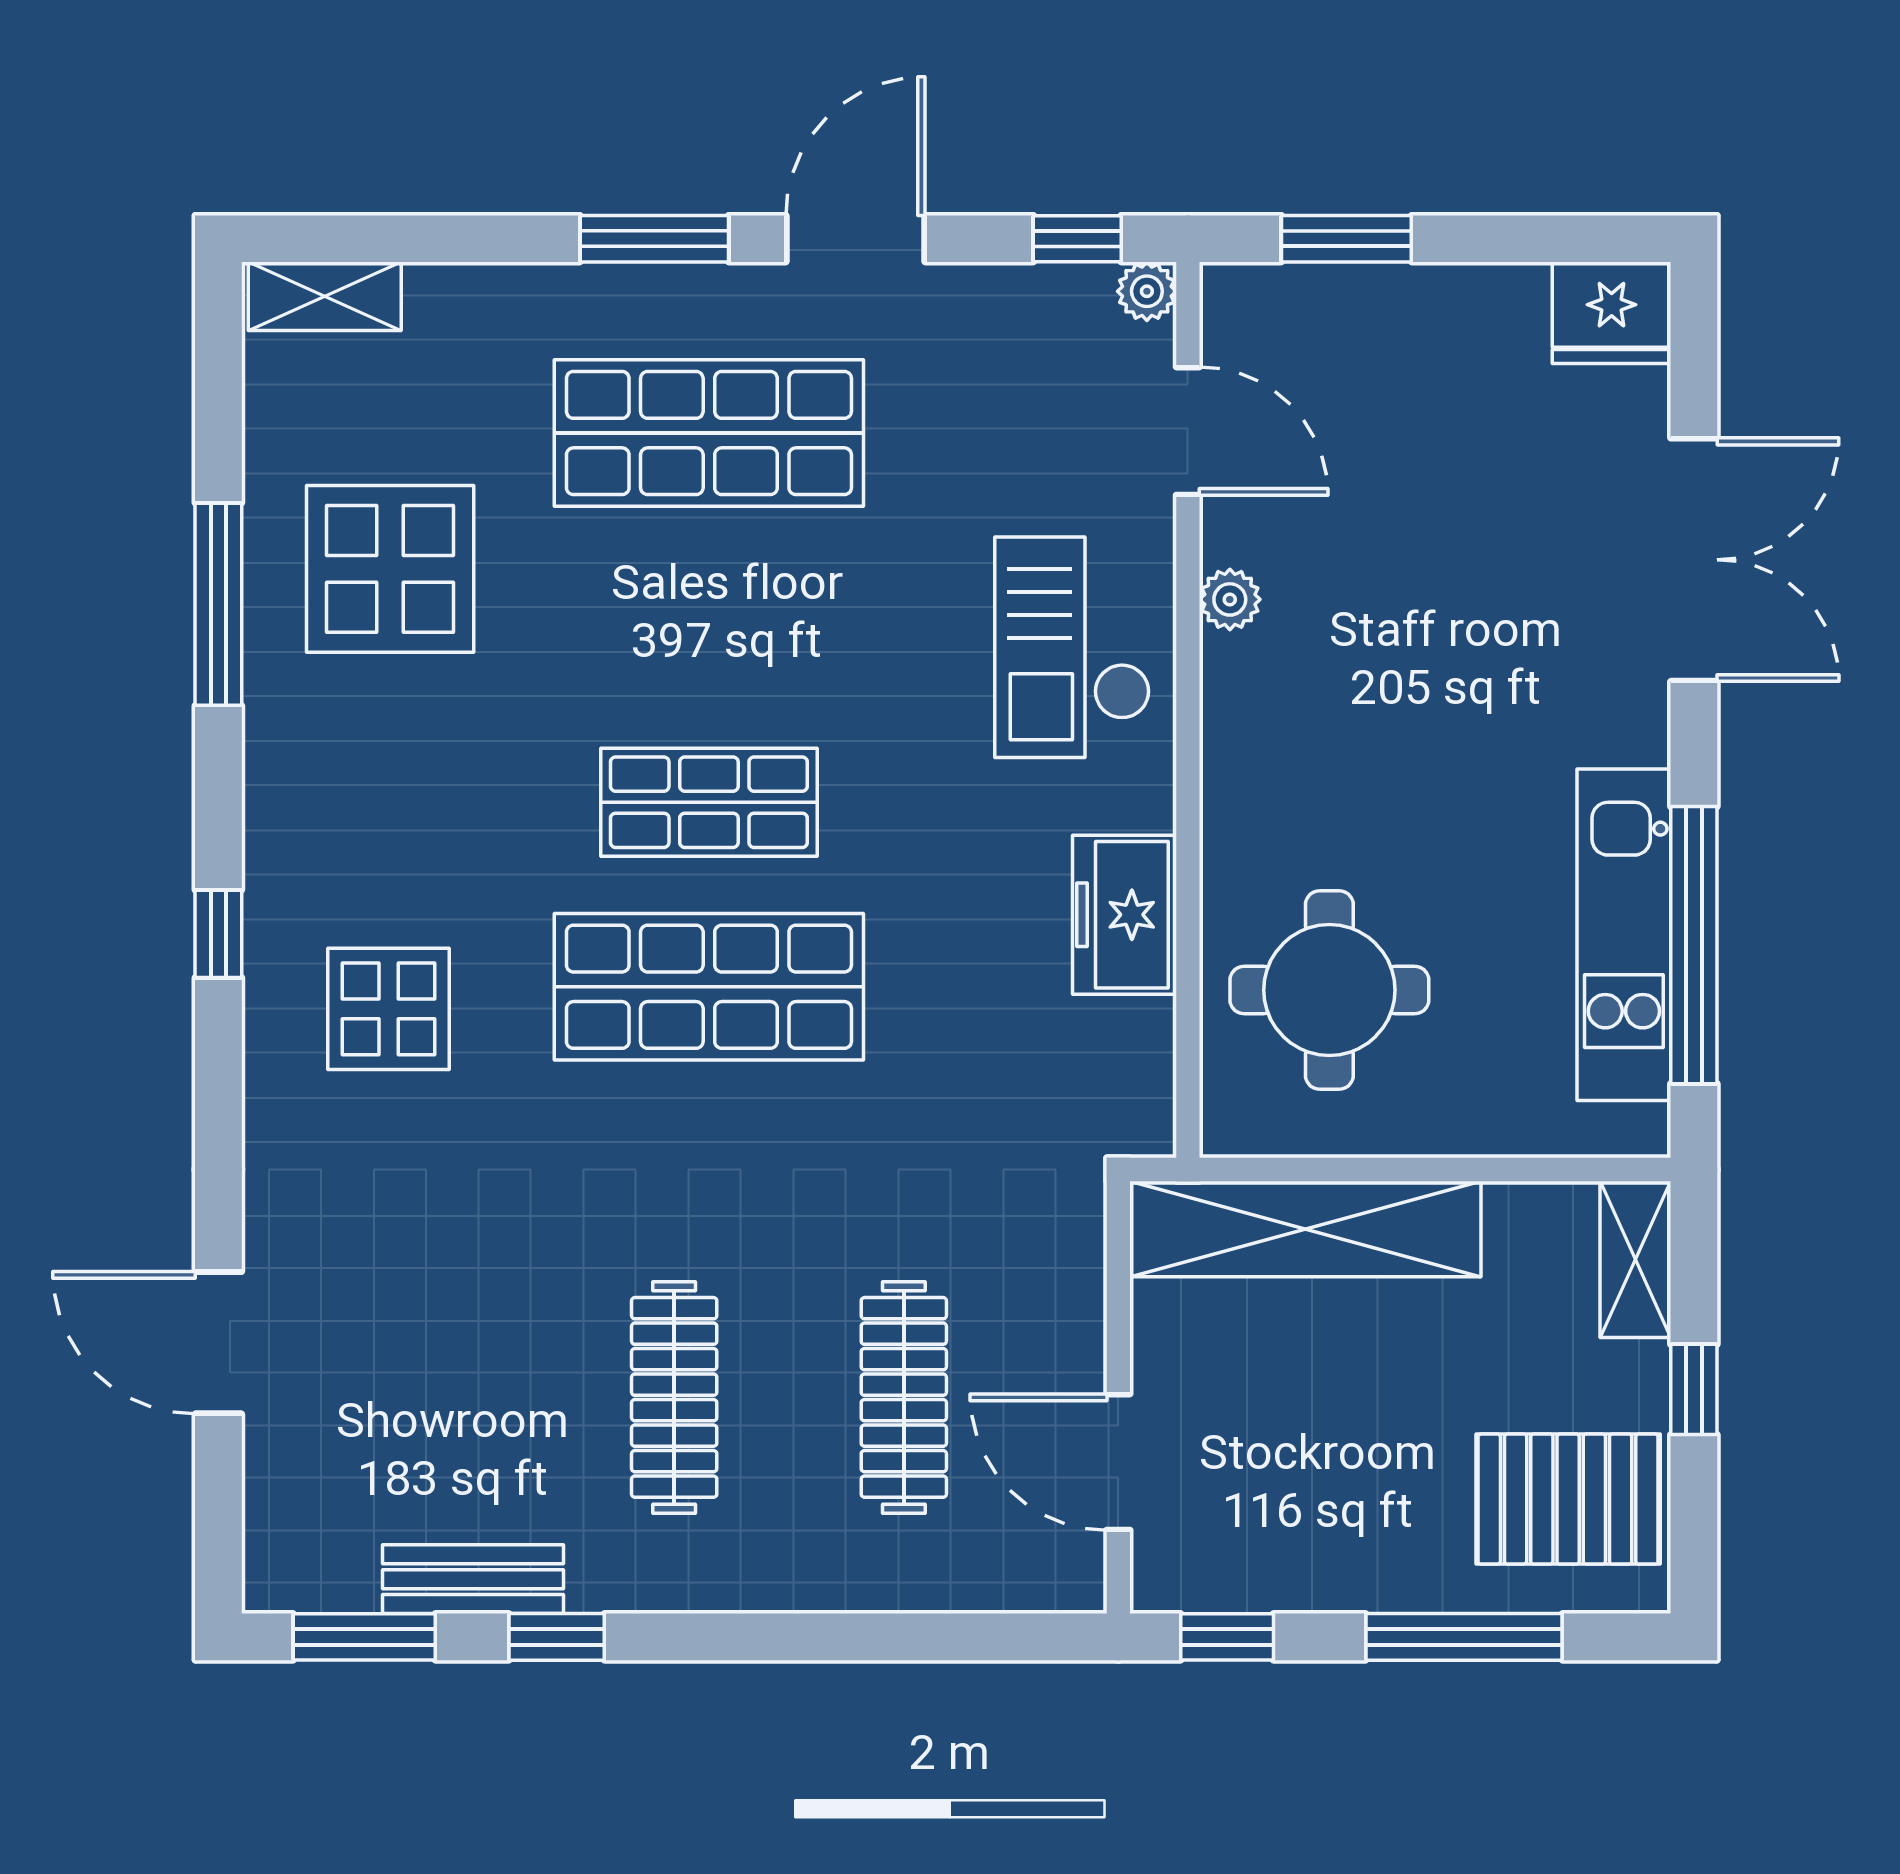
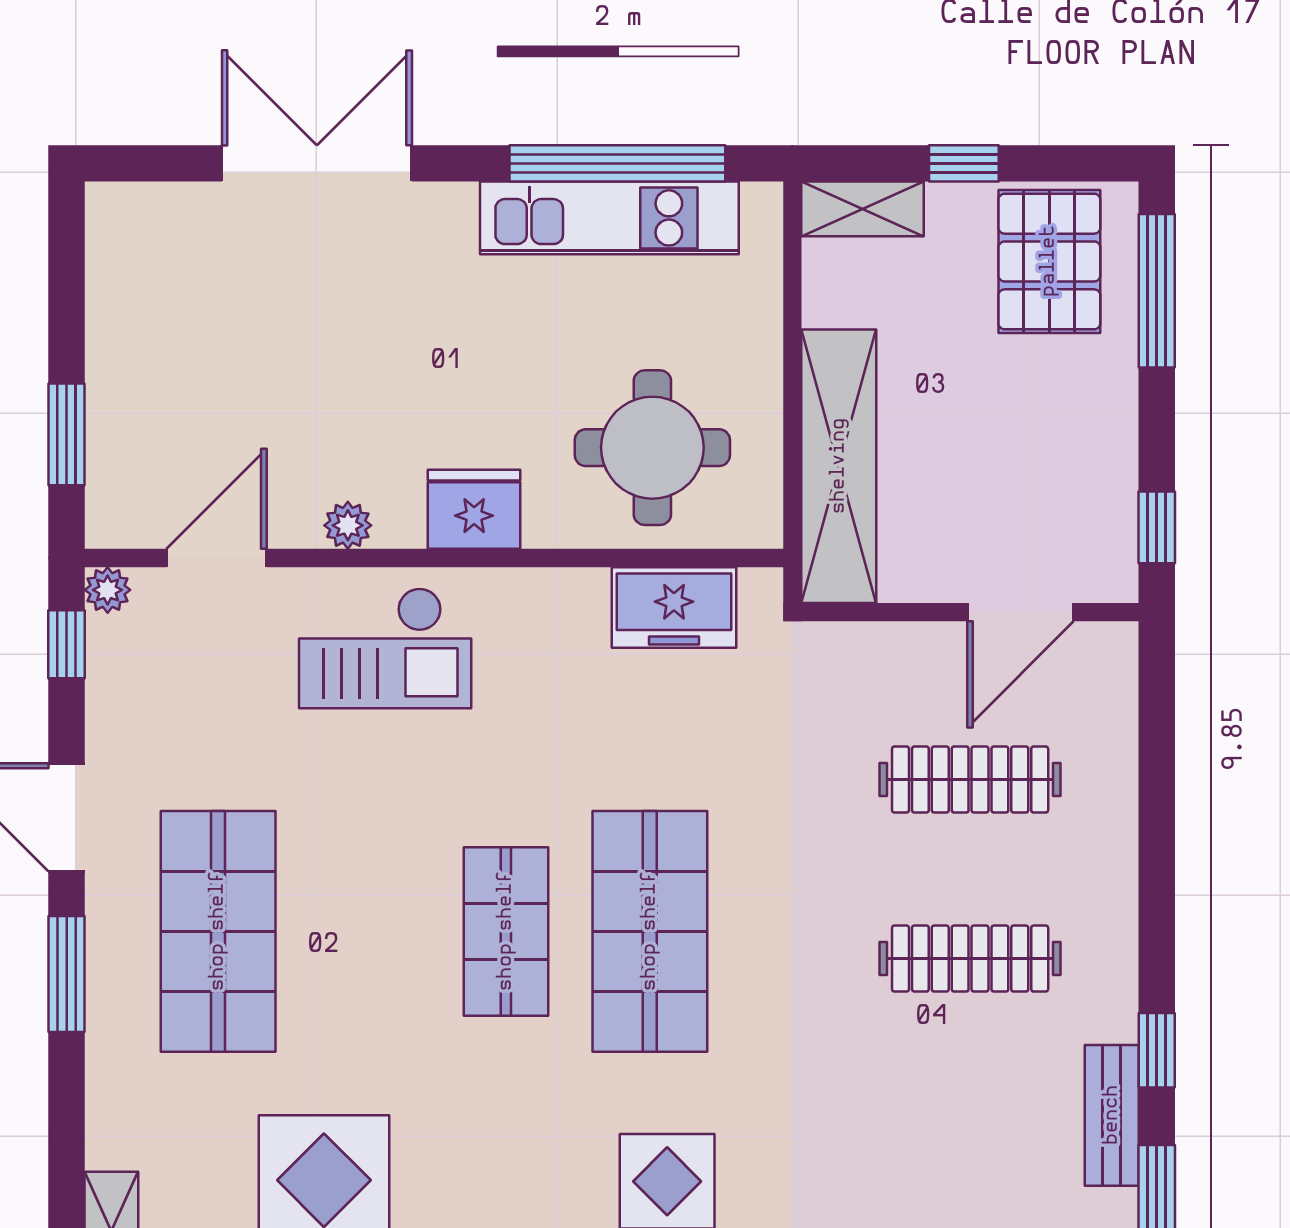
fridge: (1612, 313) -> (474, 509), moved, turned -90
freezer: (1125, 915) -> (674, 607), moved
window: (1464, 1637) -> (1157, 291), moved

